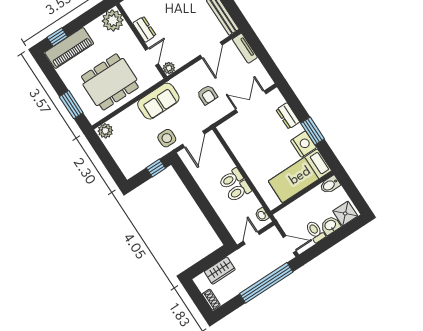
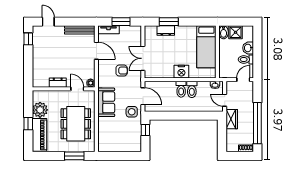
plant: (113, 20) -> (40, 110), moved
window: (57, 37) -> (28, 124), moved
window: (264, 57) -> (121, 22), added
double door: (251, 102) -> (143, 58), moved
plant: (105, 131) -> (103, 146), removed
window: (313, 131) -> (169, 22), moved
nightstand: (303, 144) -> (181, 72), moved, turned 180
shower: (345, 213) -> (236, 32), moved
wardrobe: (220, 271) -> (232, 119), moved
window: (266, 283) -> (257, 123), moved

